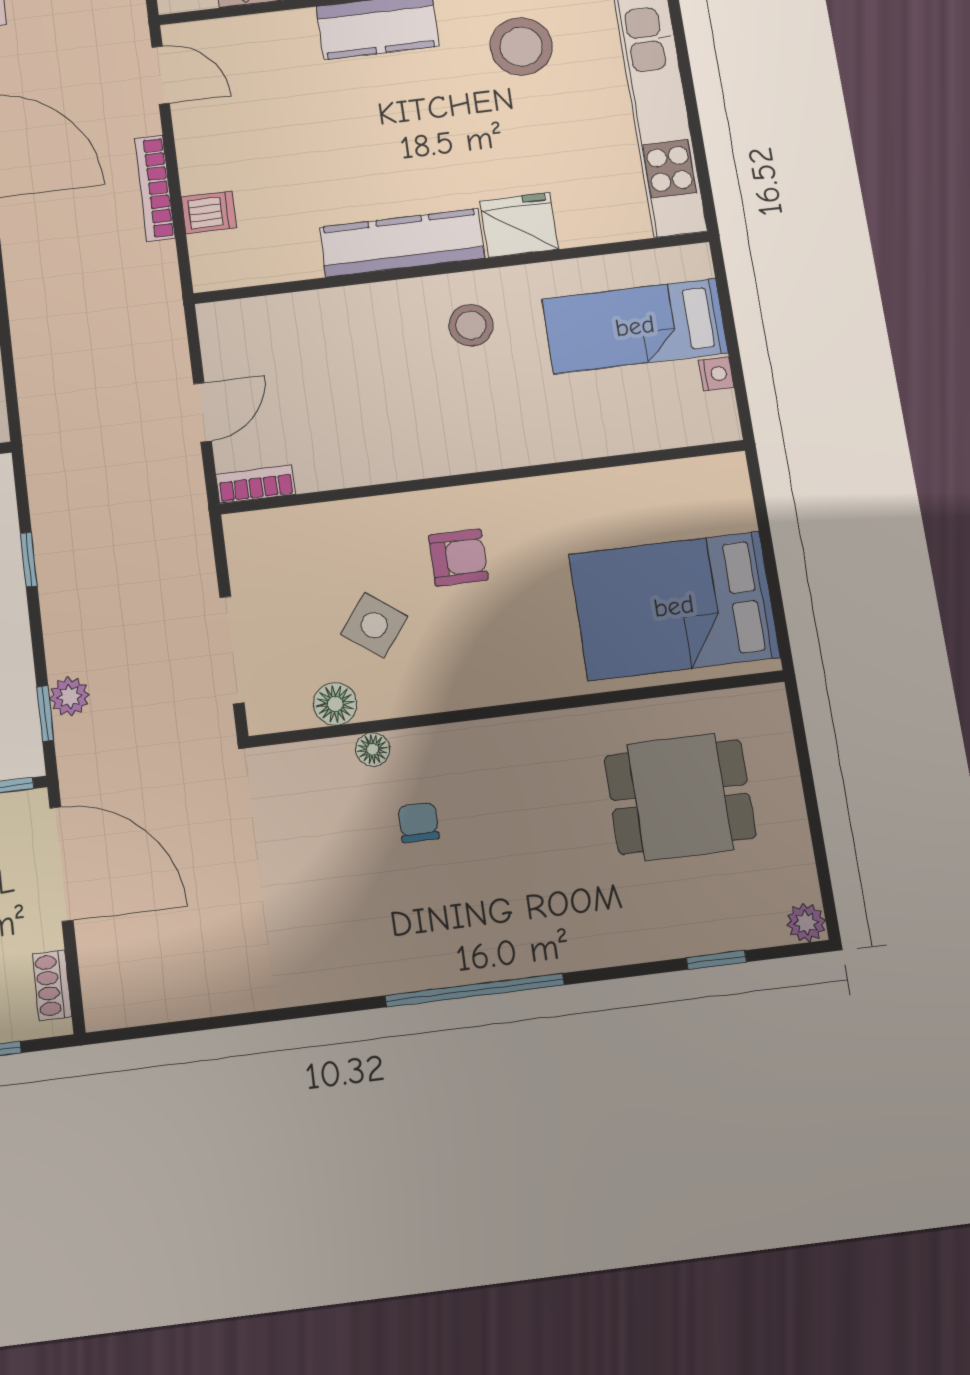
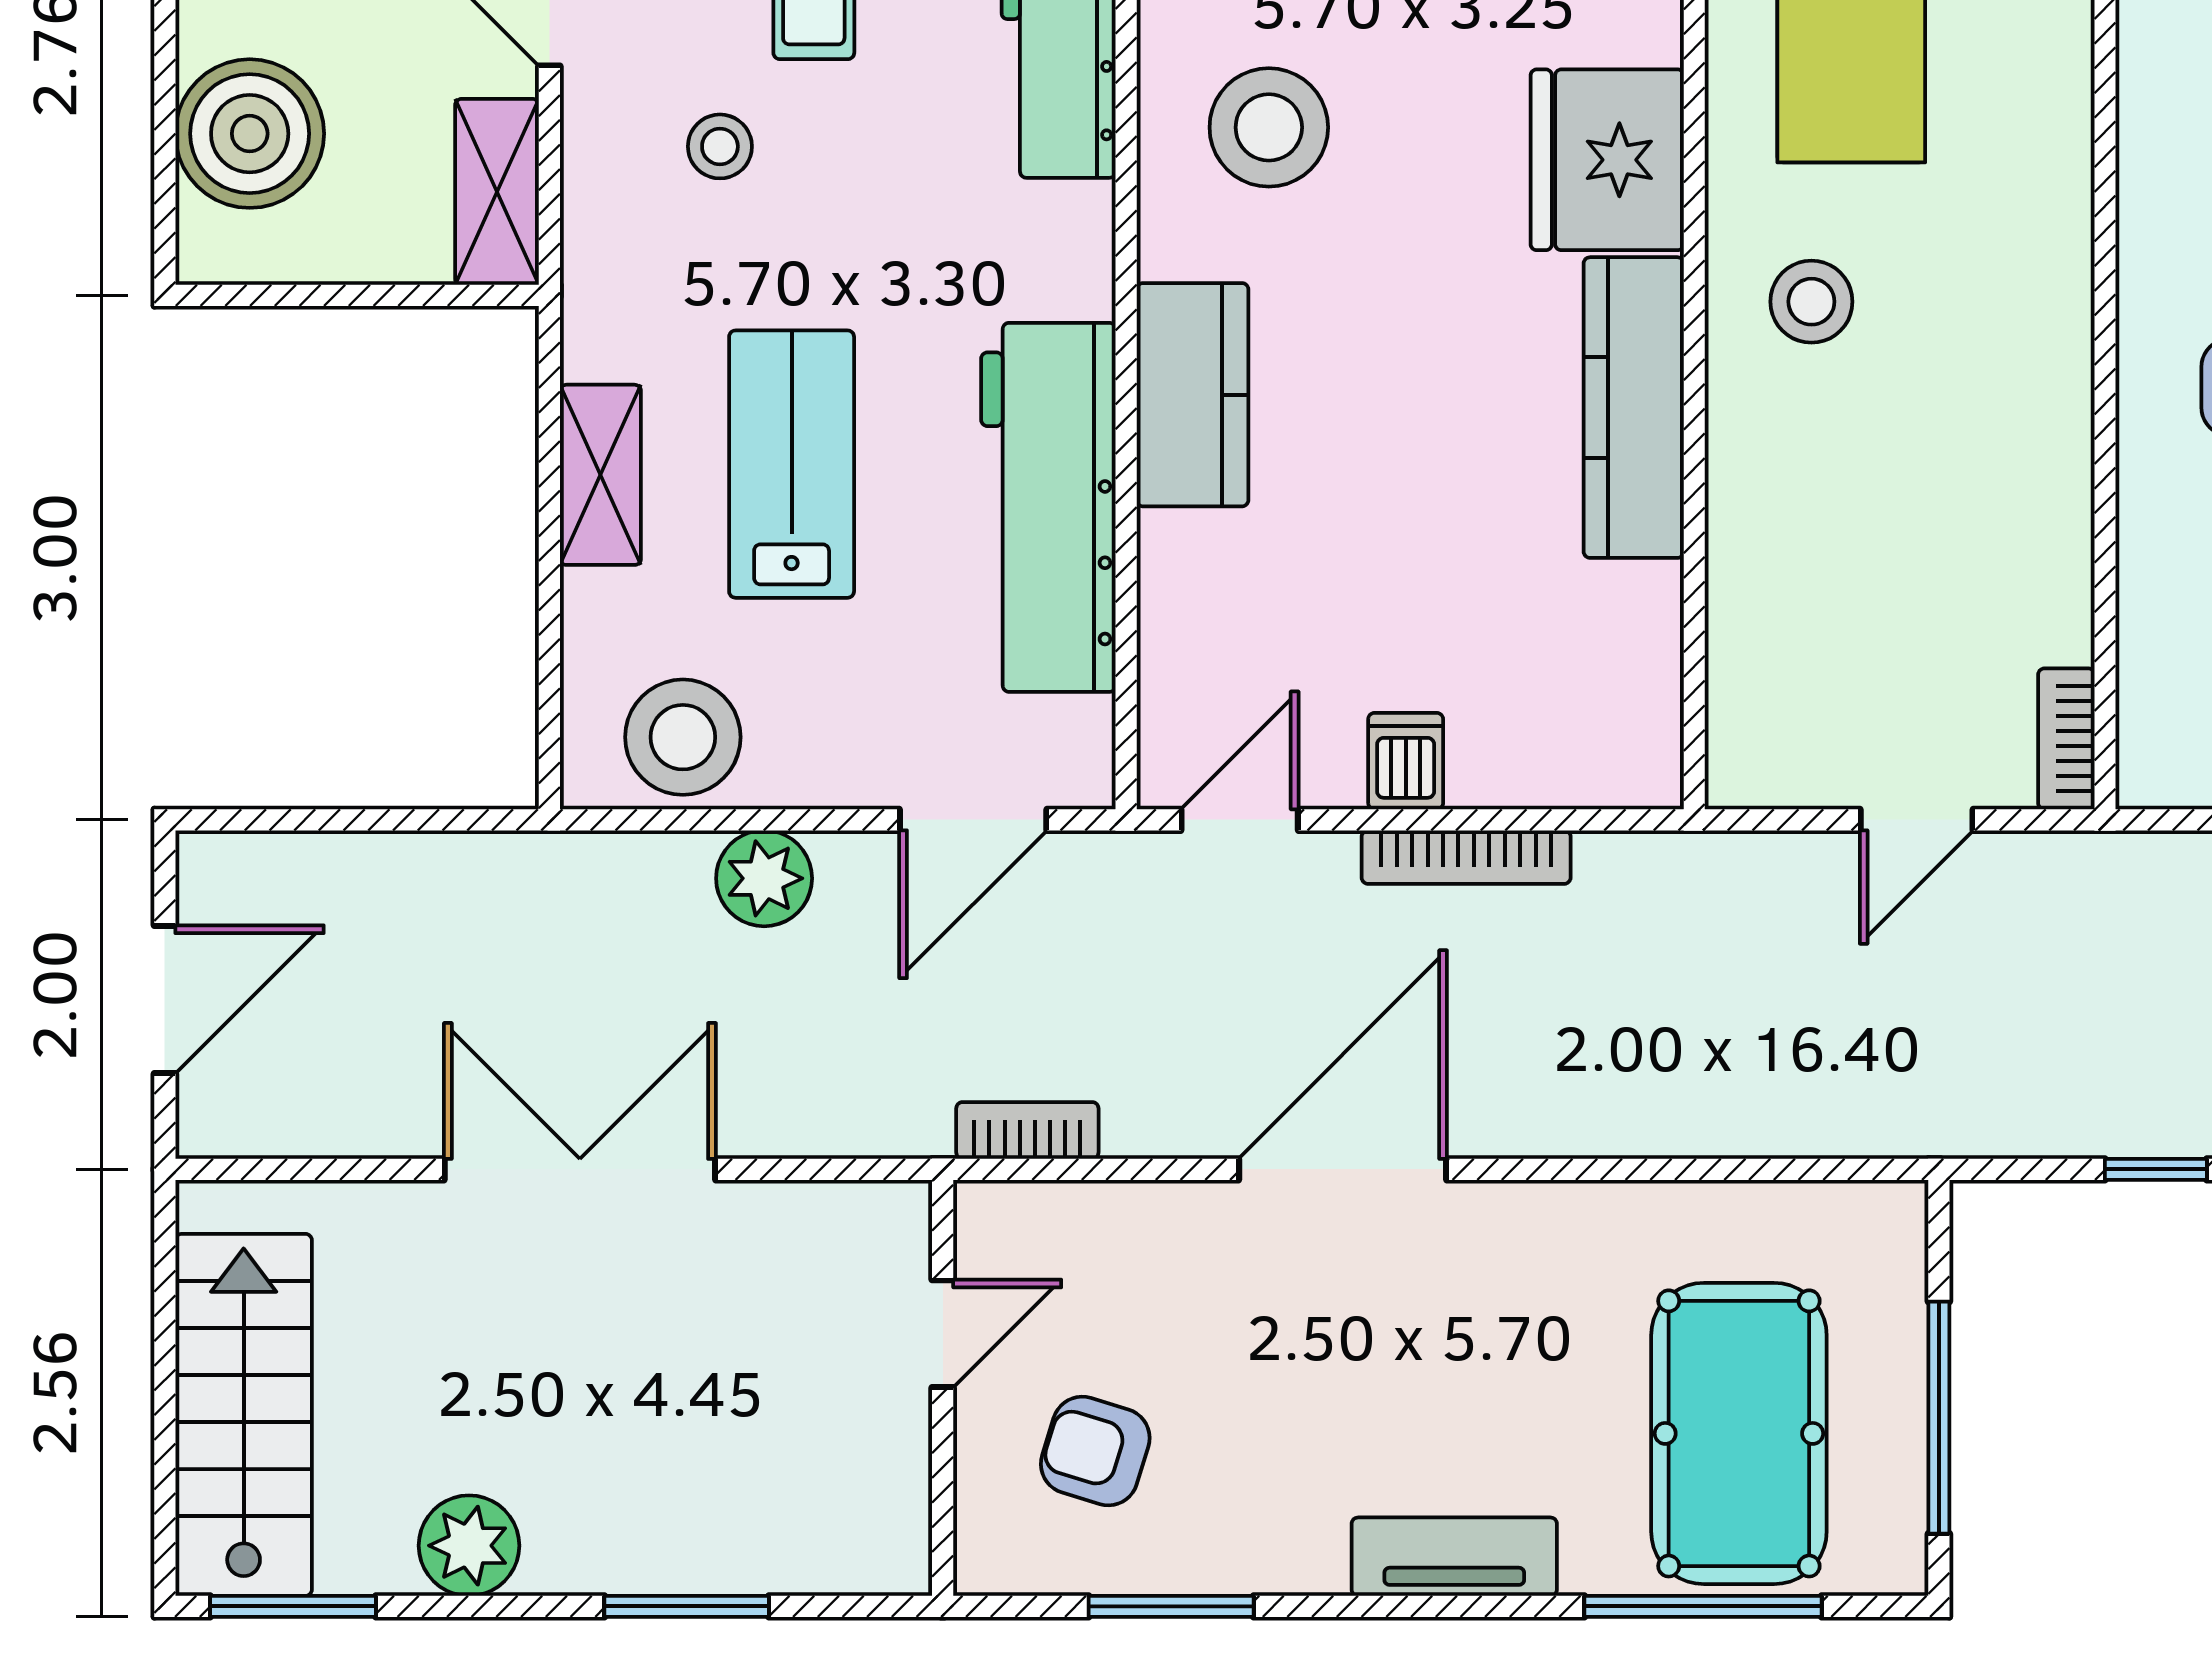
dishwasher: (209, 212) -> (1406, 761), moved
fridge: (519, 225) -> (1607, 160), width x1.36, depth x1.34
door: (202, 412) -> (1917, 820), swing flipped

